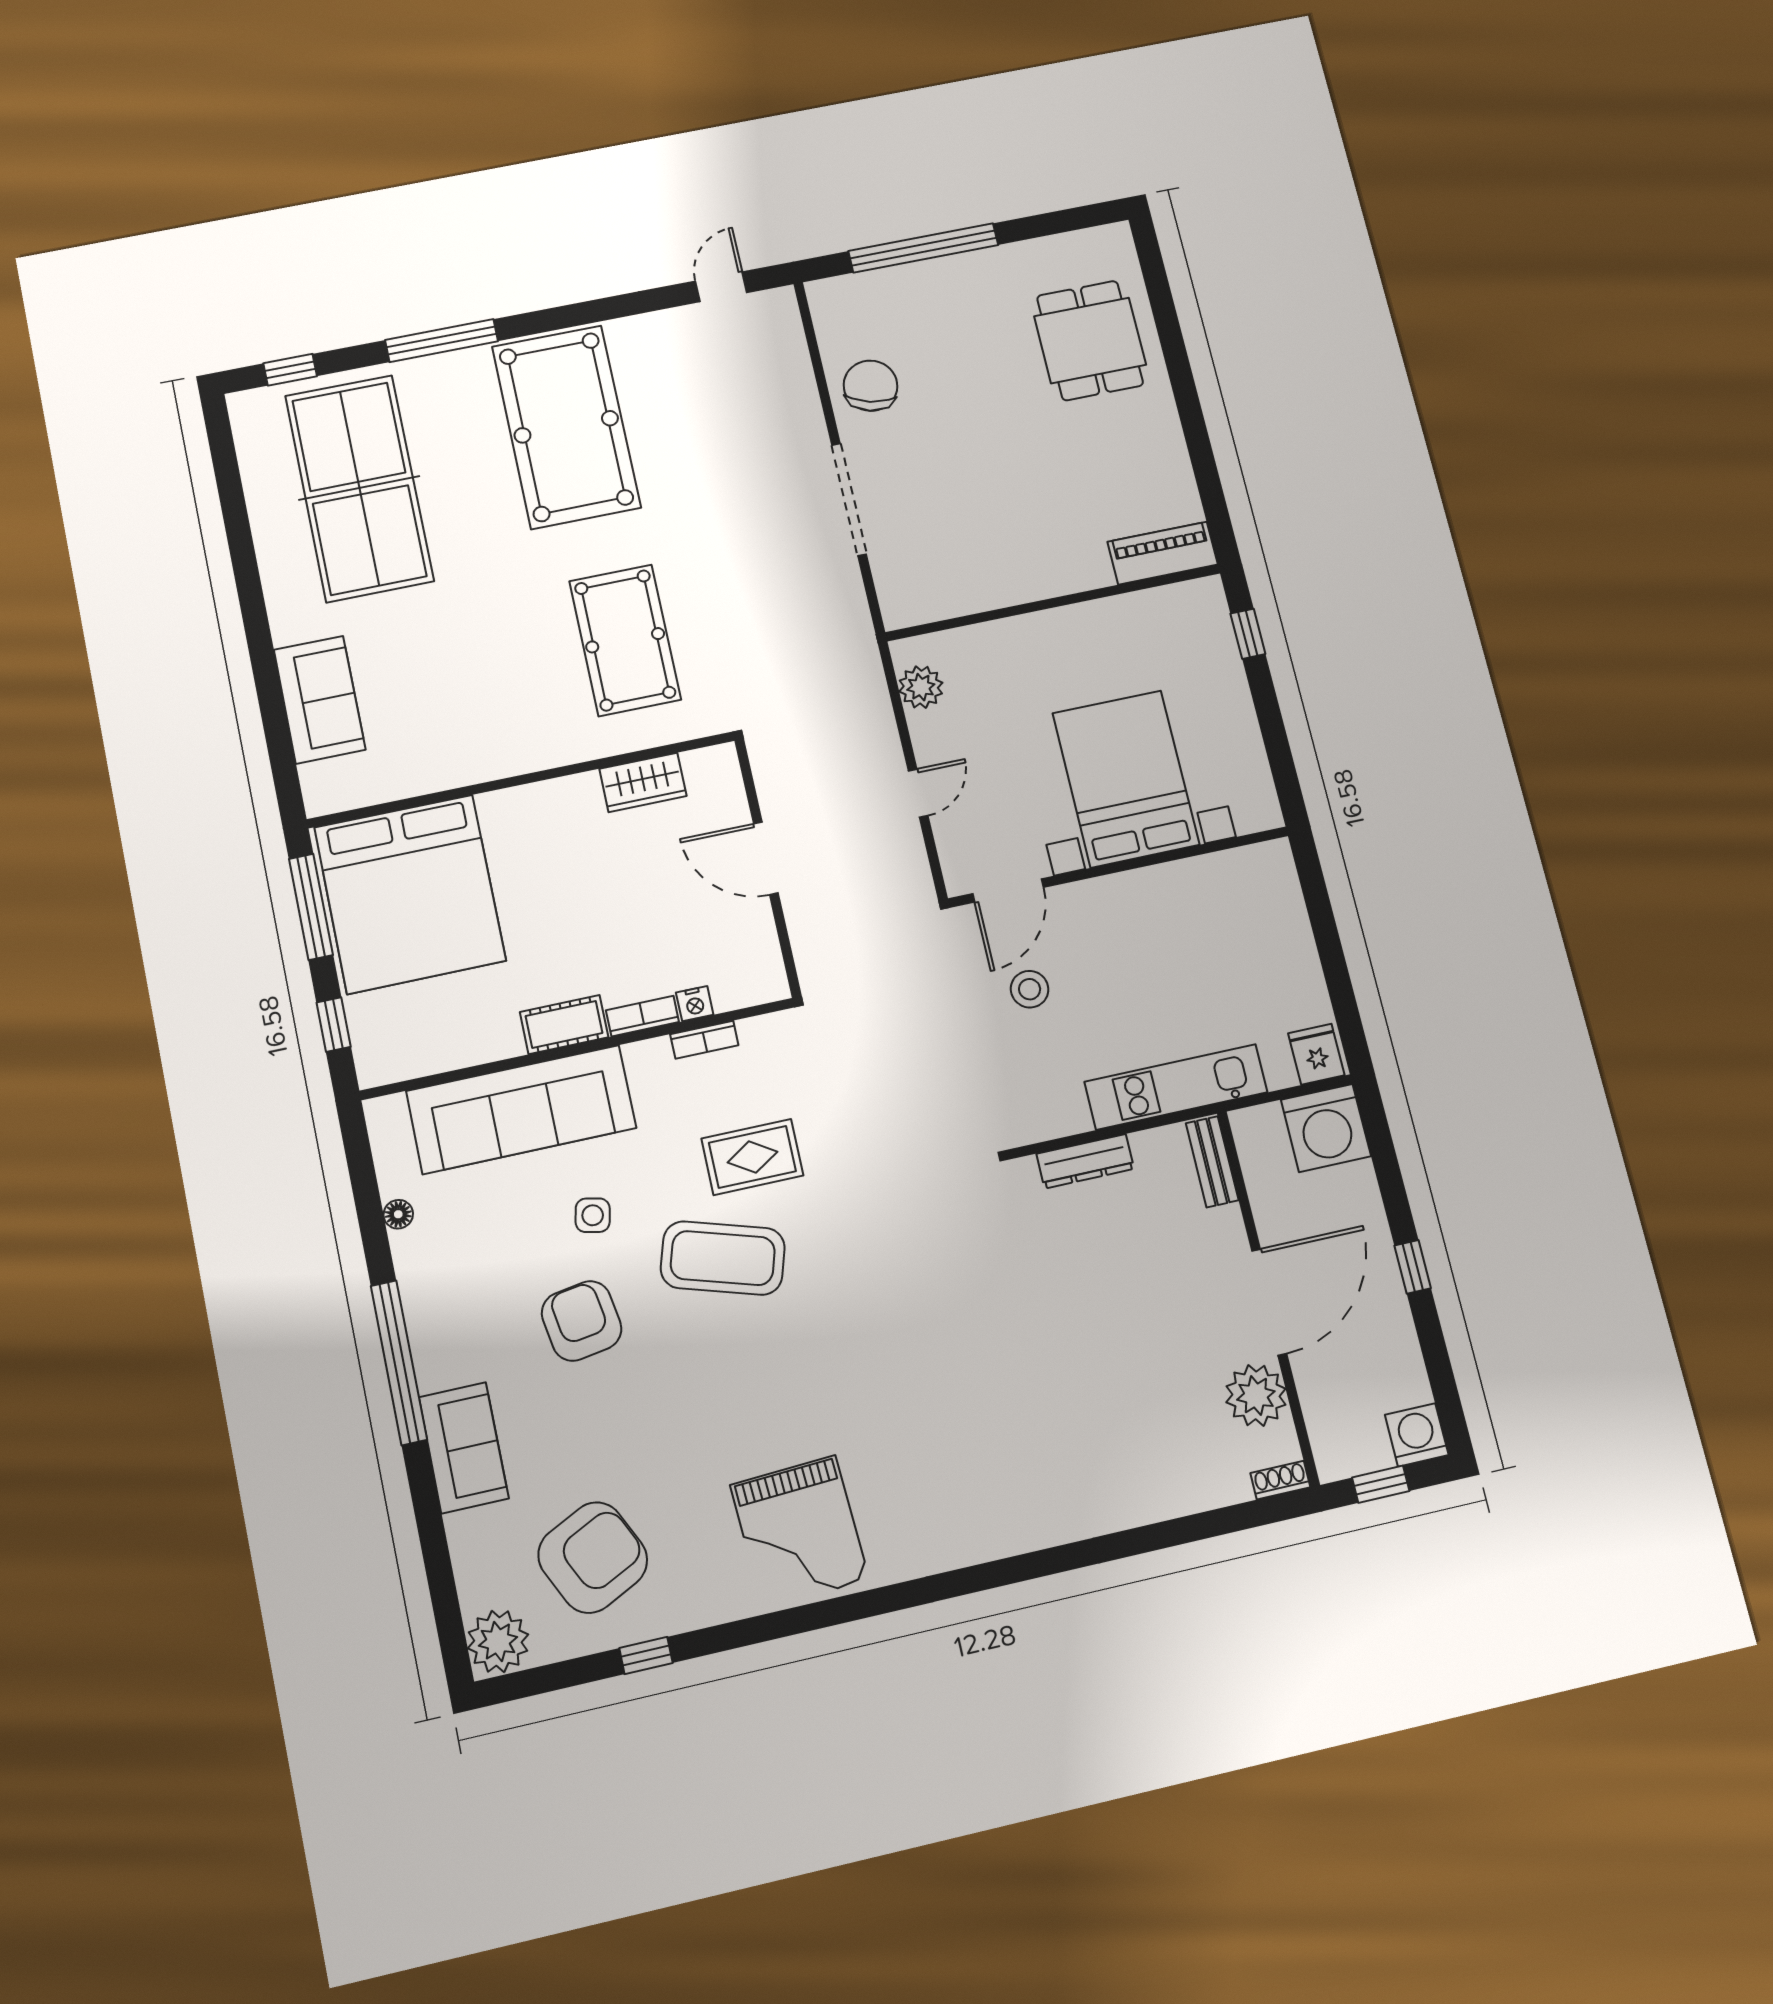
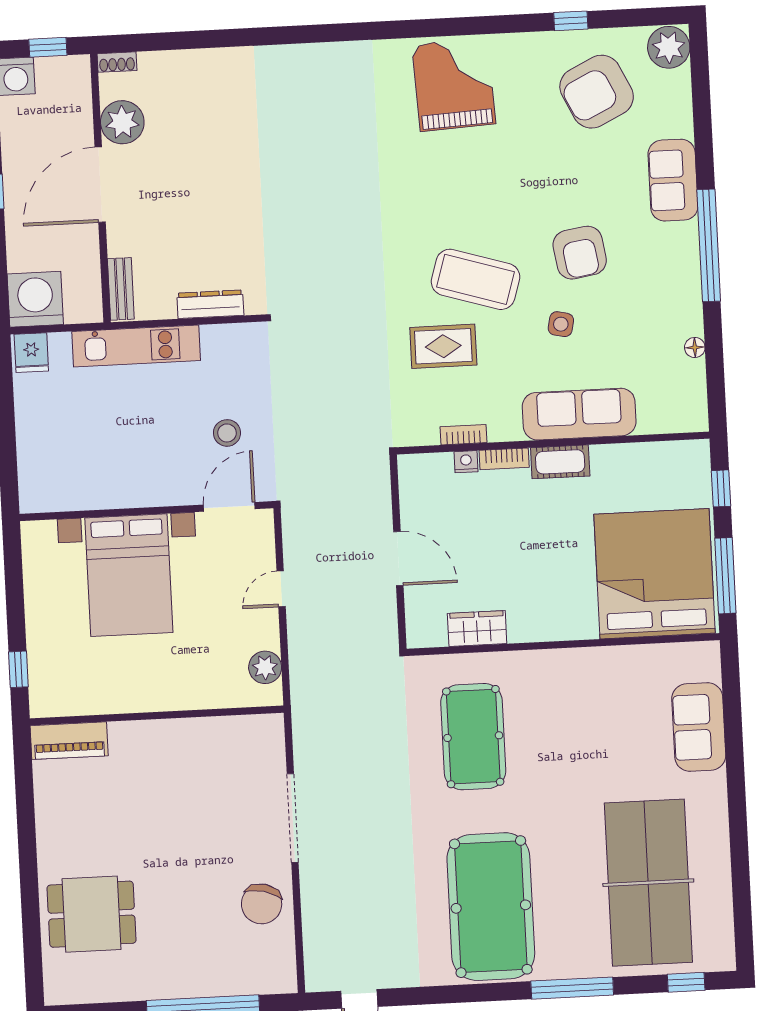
dining table: (1090, 341) -> (92, 914), turned 90
sofa: (521, 1109) -> (579, 414), width x0.74, depth x0.79

